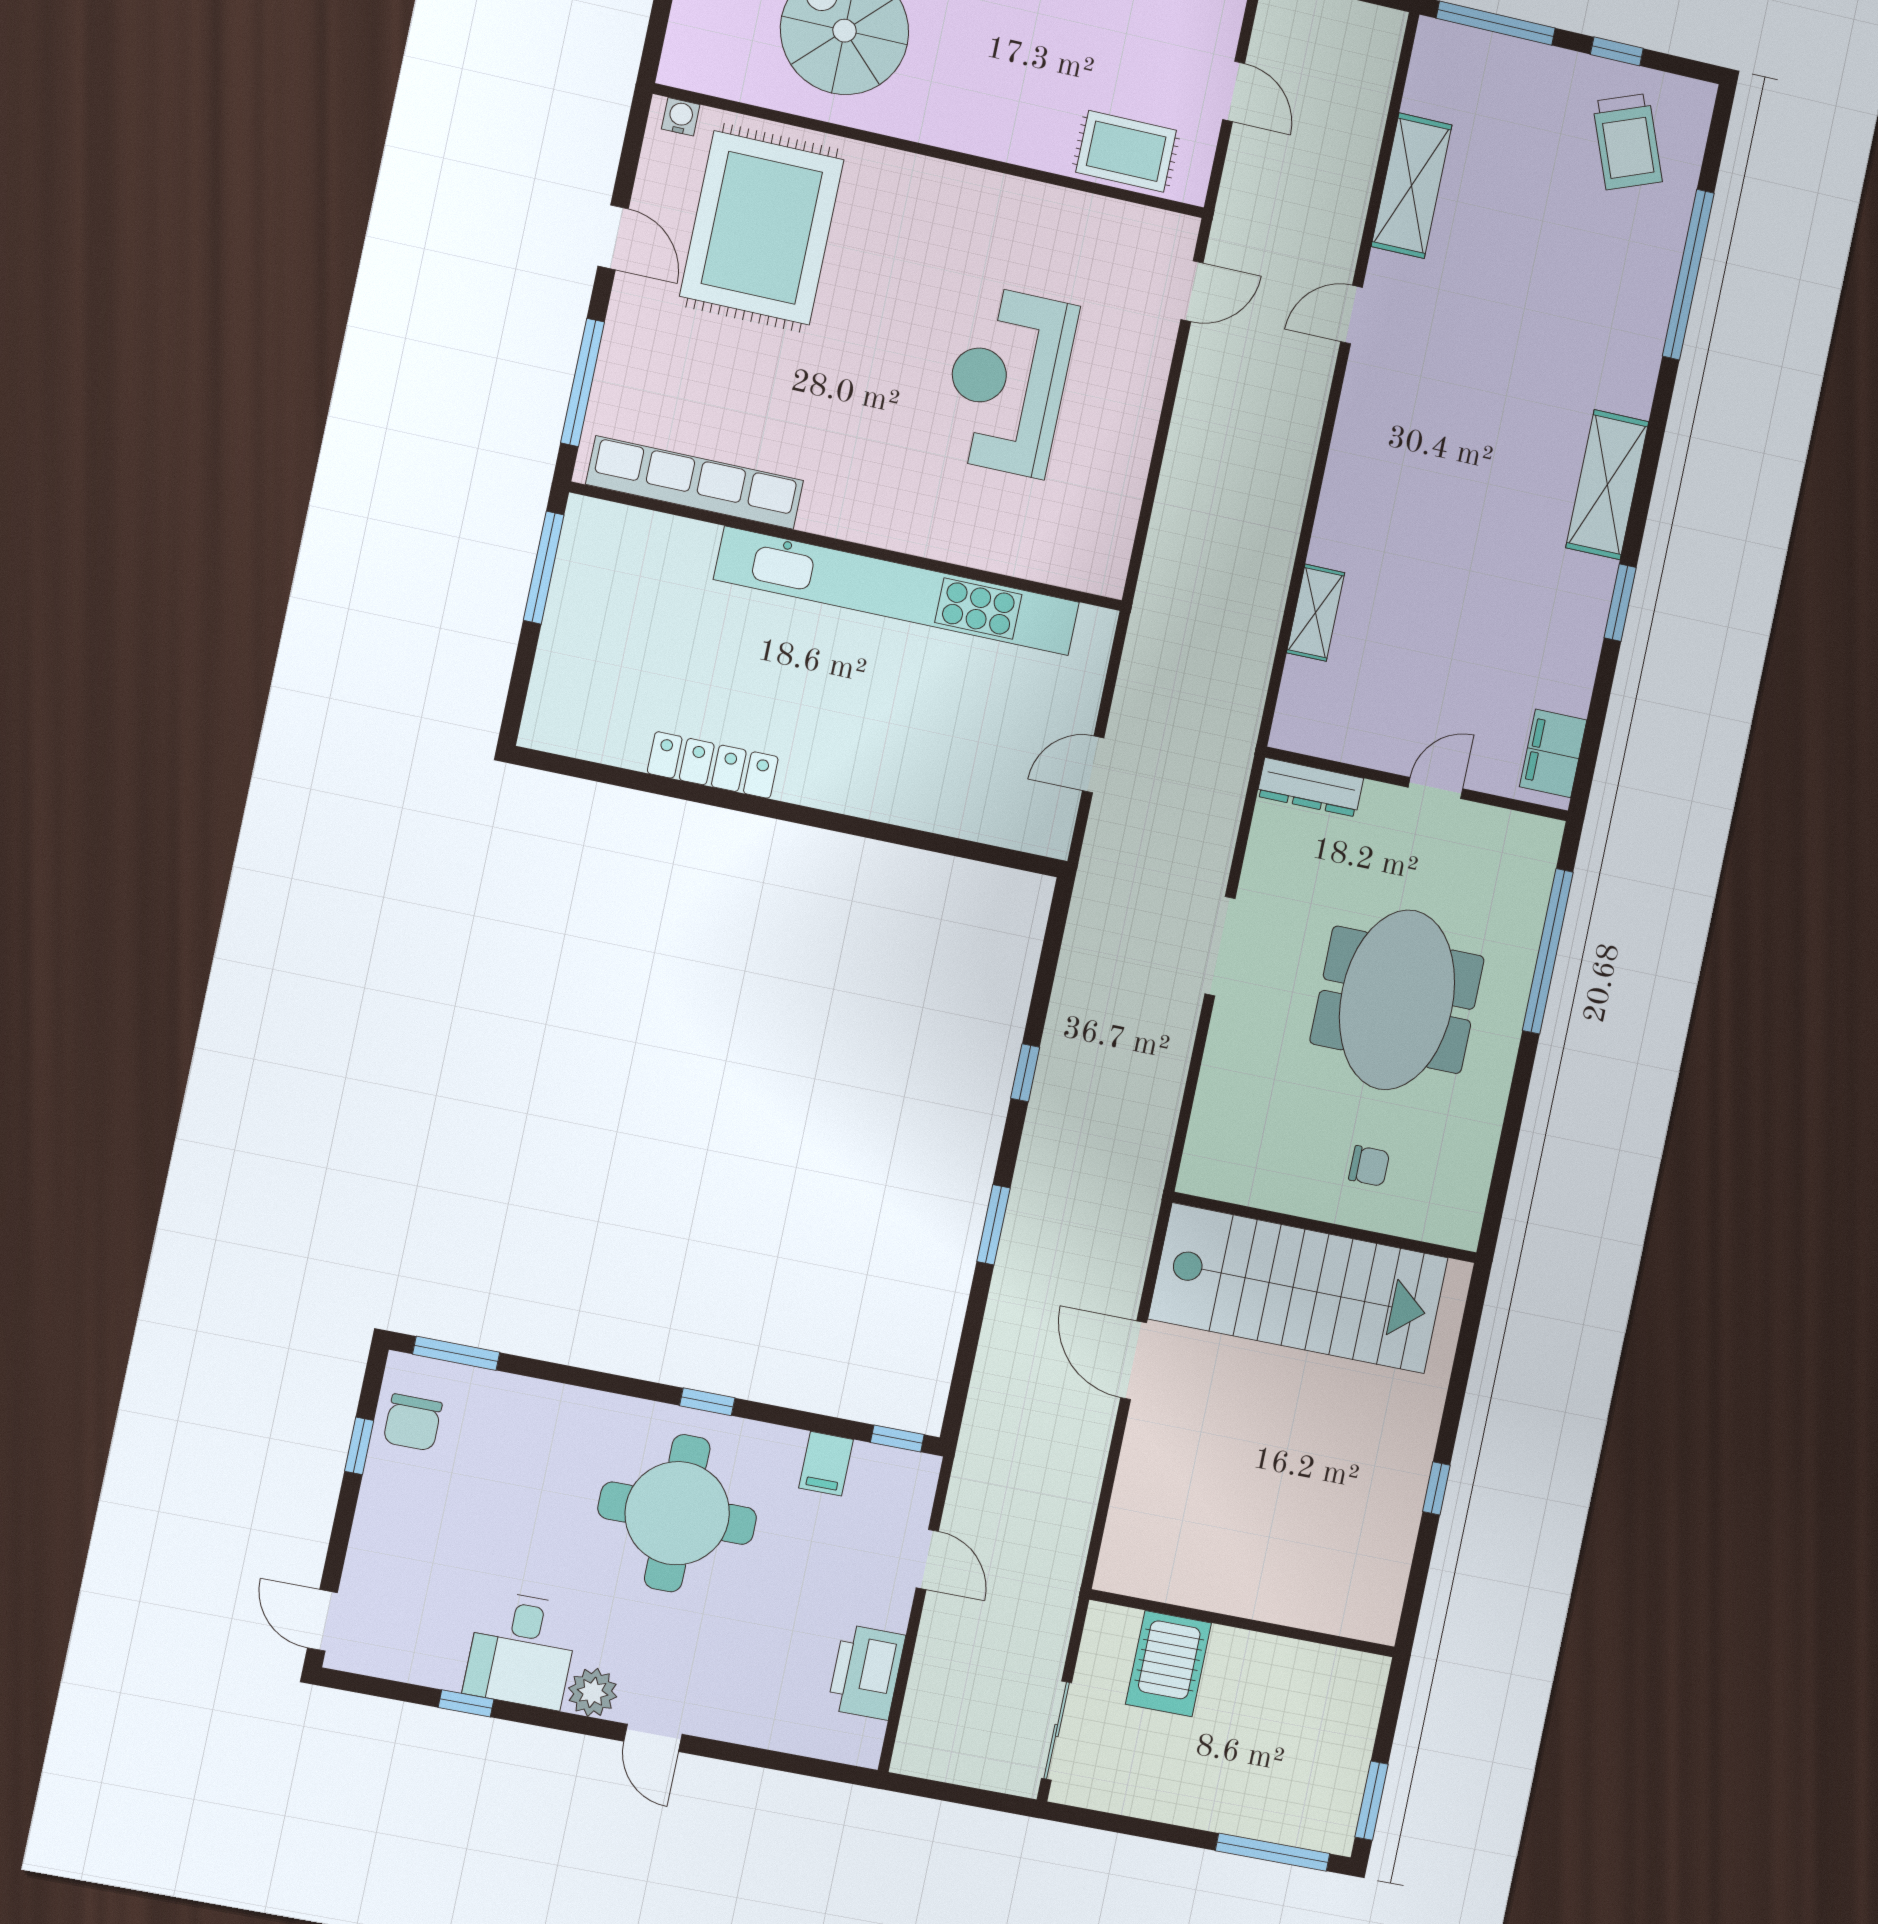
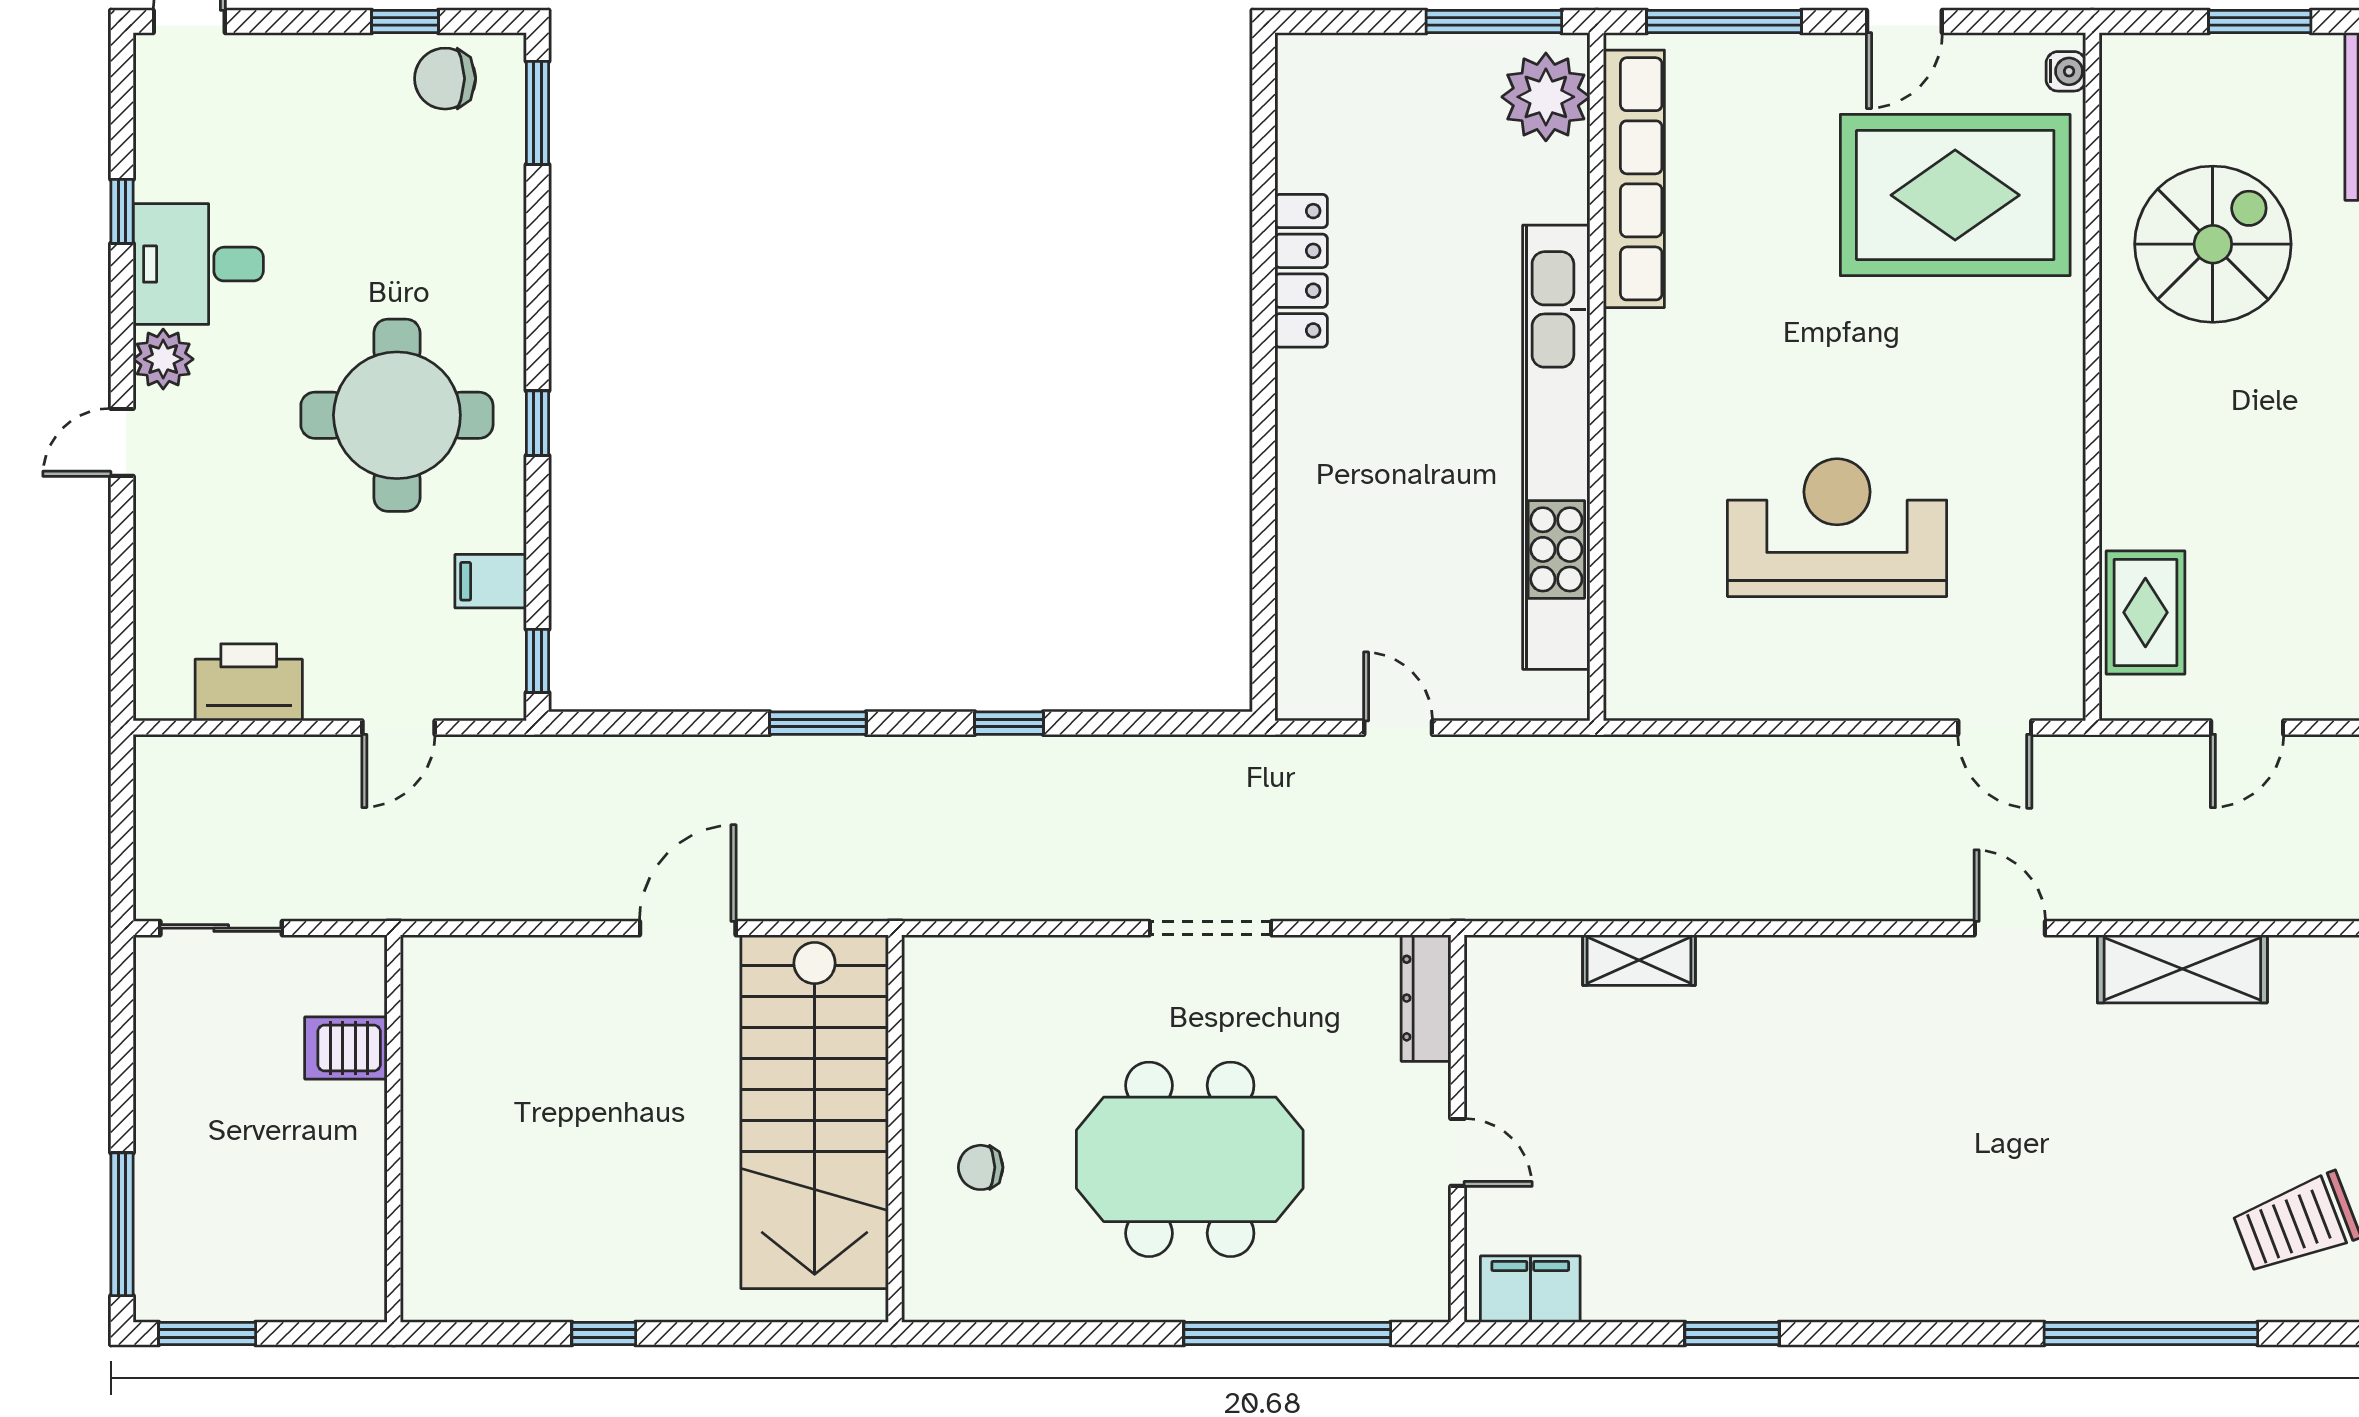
shelving: (1607, 485) -> (1872, 1287), removed
plant: (614, 539) -> (1546, 97), added
chair: (1369, 1166) -> (981, 1167), turned 90
server rack: (1169, 1664) -> (346, 1048), width x0.73, depth x0.70

